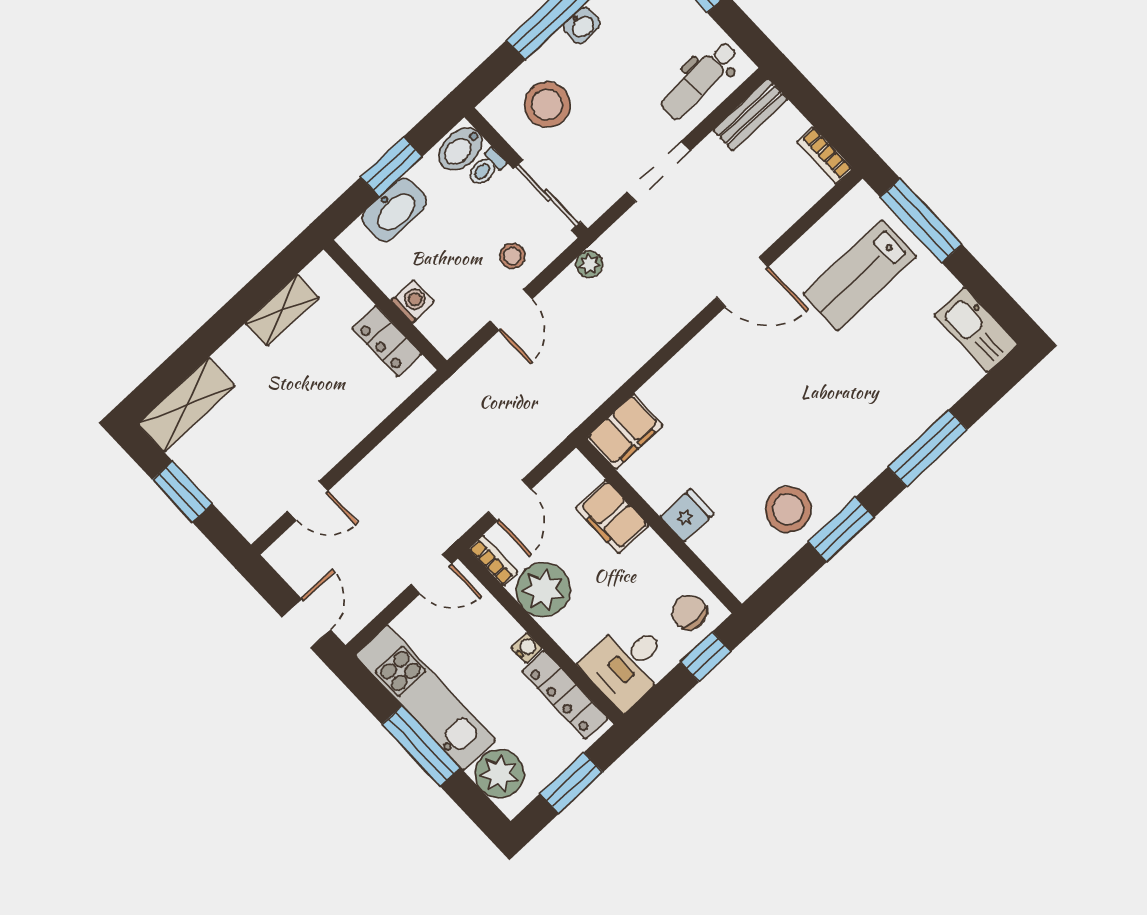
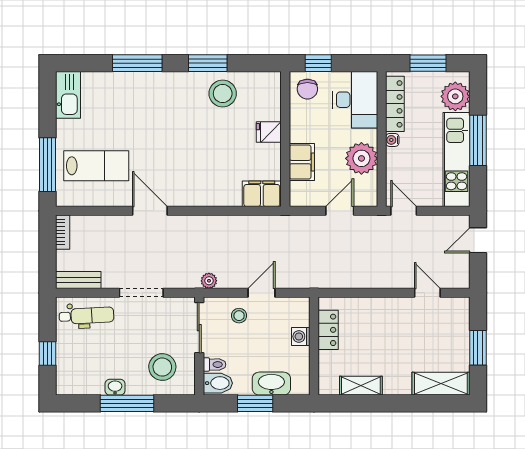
bookcase: (493, 561) -> (371, 191), removed
desk: (627, 664) -> (355, 100), width x1.37

